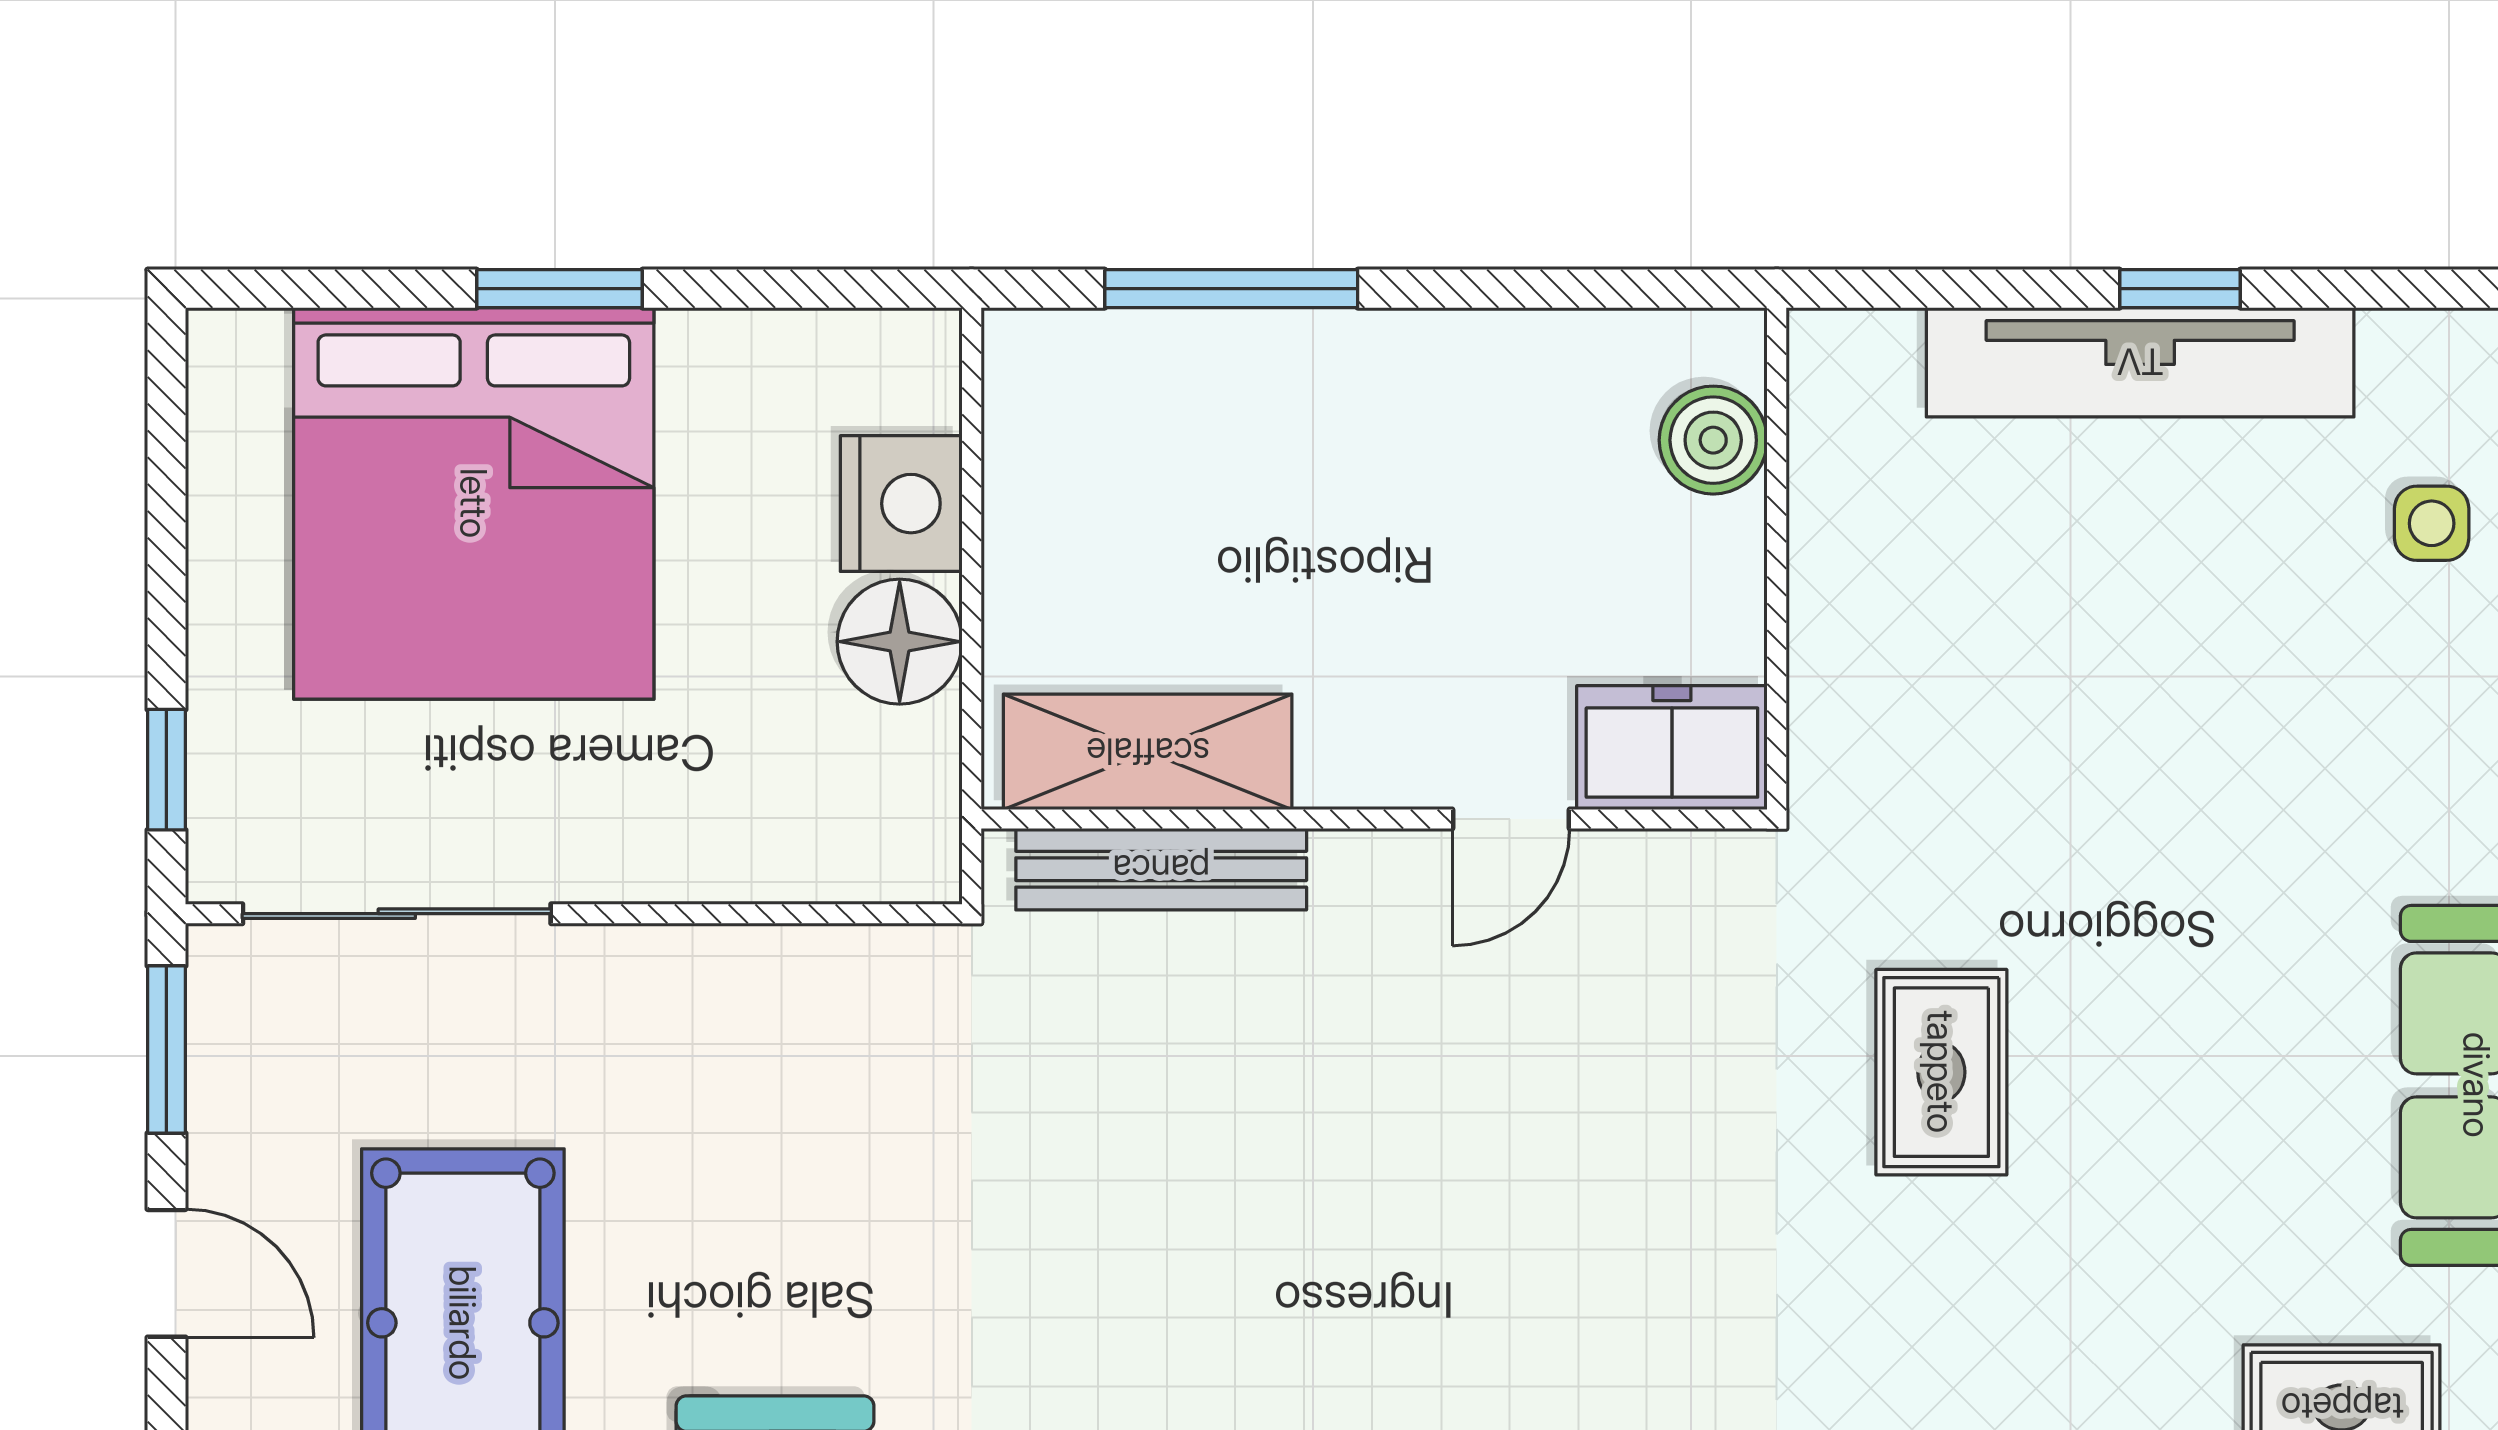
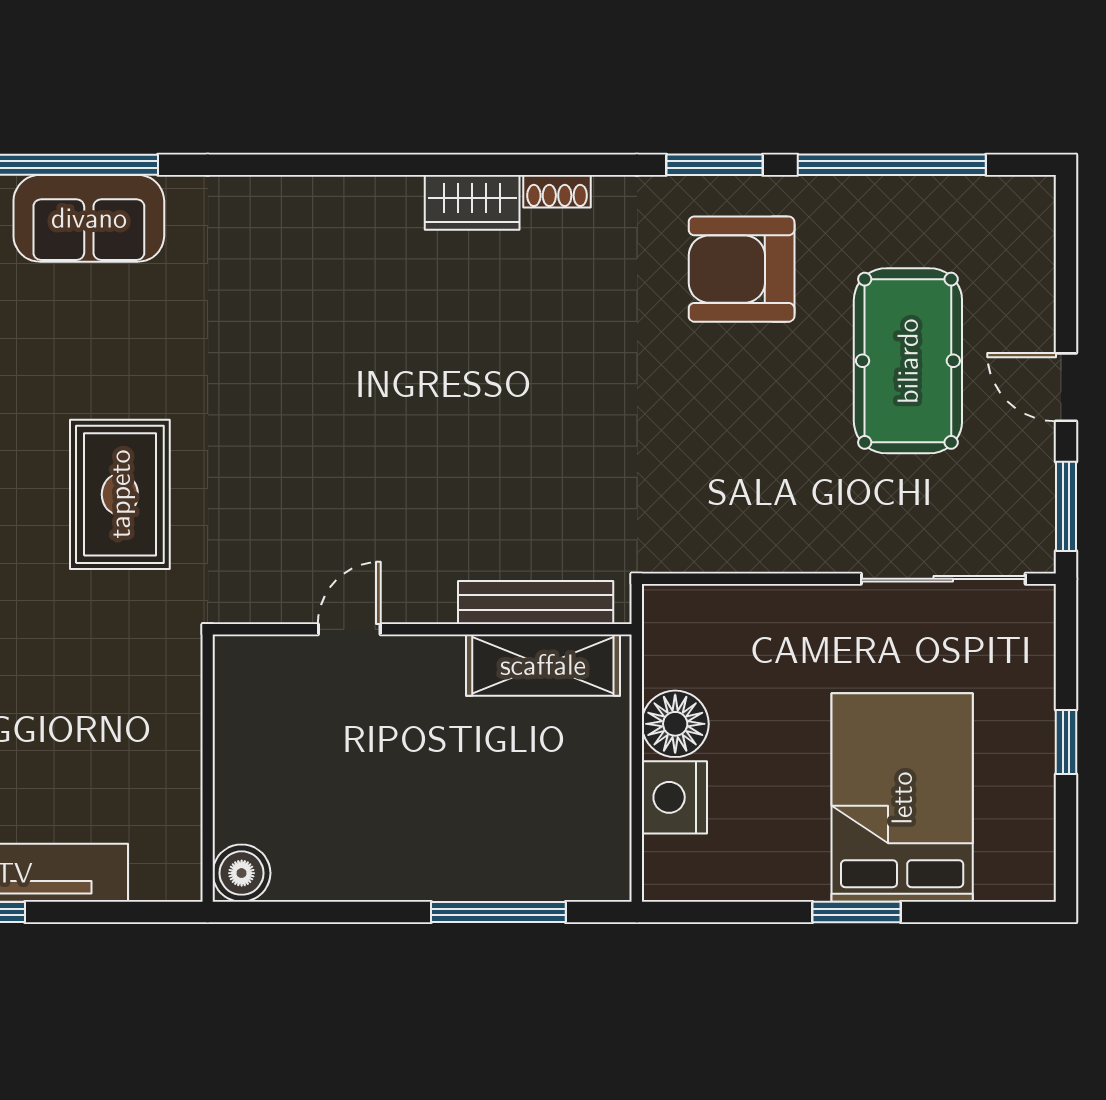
boiler: (1713, 440) -> (242, 873), moved
bed: (474, 503) -> (902, 798), width x0.73
freezer: (1672, 748) -> (263, 667), removed
window: (166, 770) -> (1066, 742), moved
rug: (1941, 1072) -> (120, 494), width x1.36, depth x1.43

